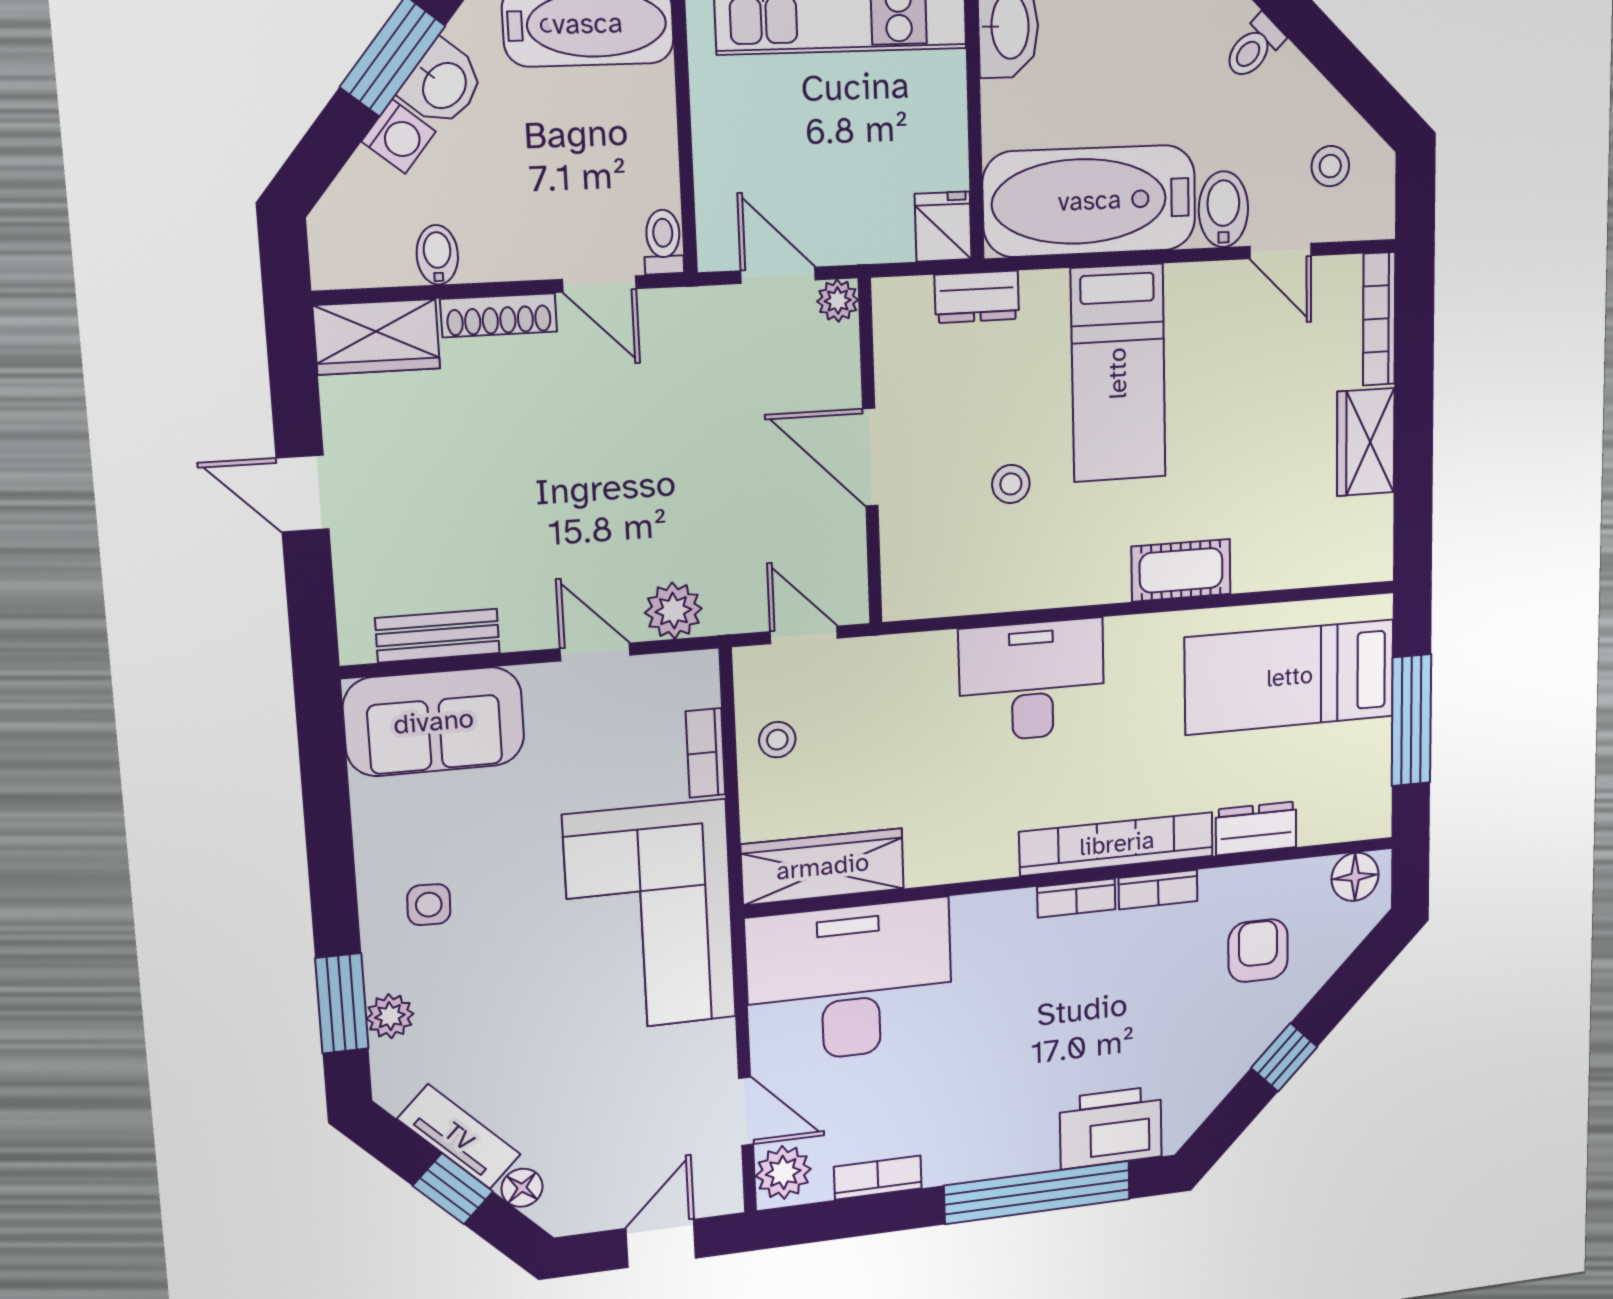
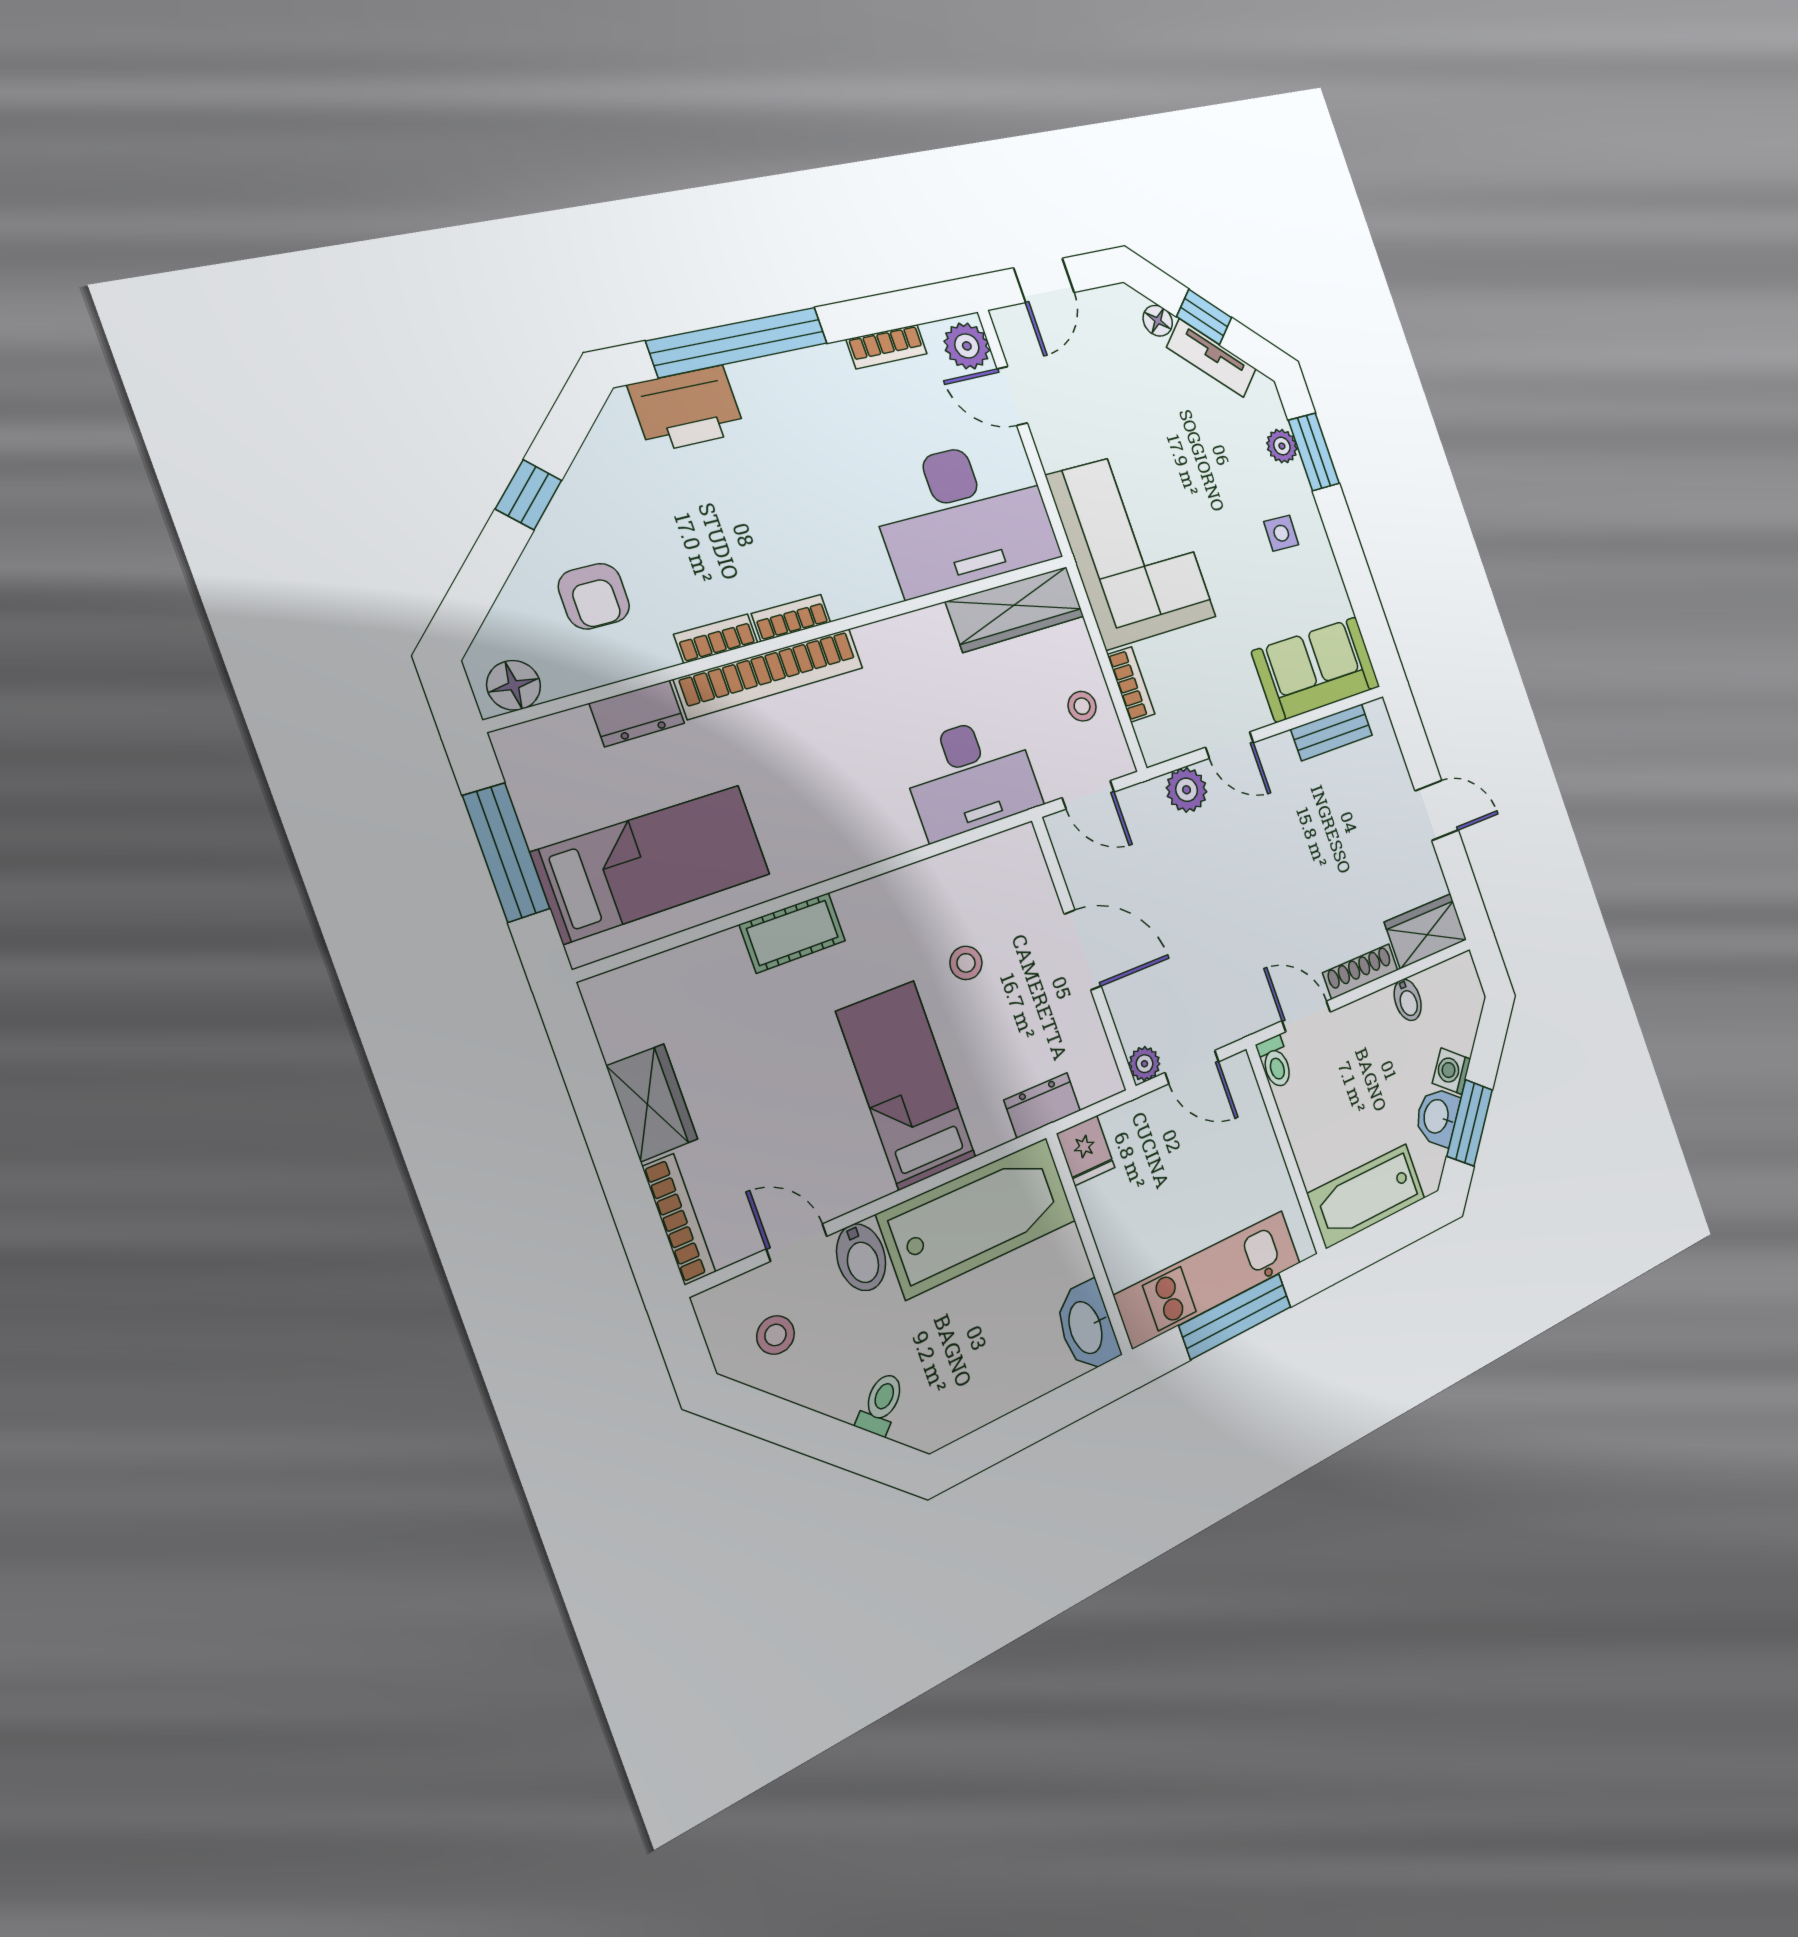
desk: (1032, 680) -> (971, 776), moved

